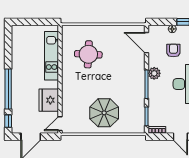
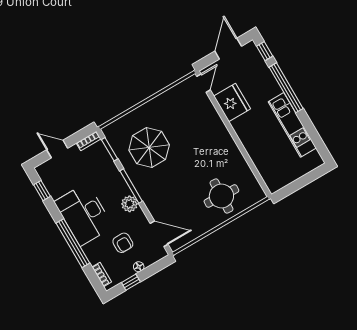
round table: (88, 54) -> (221, 196), moved
kitchen unit: (52, 56) -> (292, 125), moved, turned 180
parasol: (104, 113) -> (149, 147), moved

